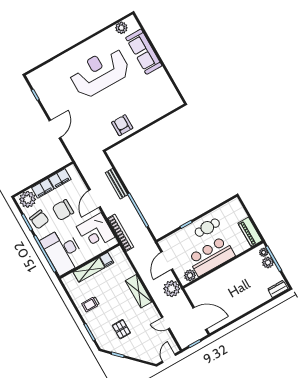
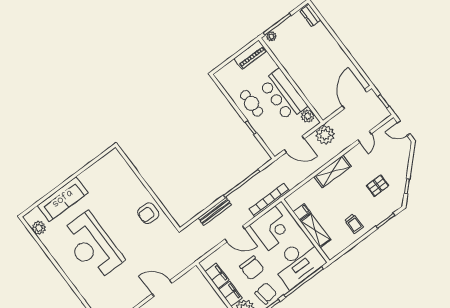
plant: (268, 262) -> (282, 30), removed

